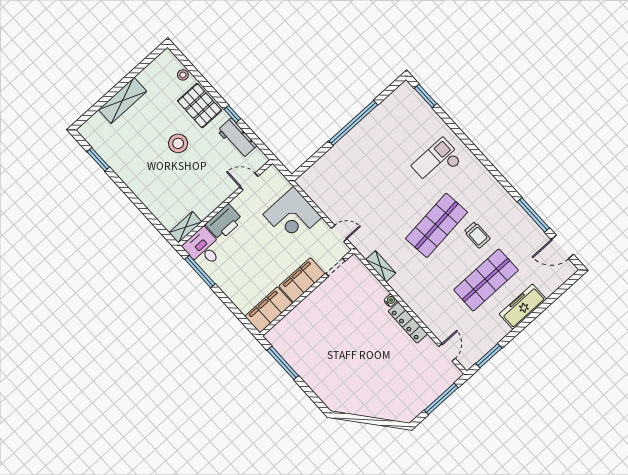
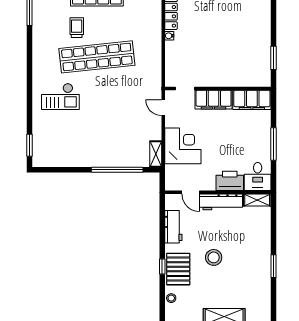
window: (232, 114) -> (162, 267), moved
window: (353, 123) -> (117, 170), moved
window: (98, 159) -> (273, 266), moved
workbench: (215, 197) -> (221, 202), added
shop shelf: (436, 225) -> (97, 57), width x1.40
shelving: (381, 266) -> (156, 154), moved
window: (200, 272) -> (273, 144), moved
window: (283, 363) -> (273, 58), width x0.69

